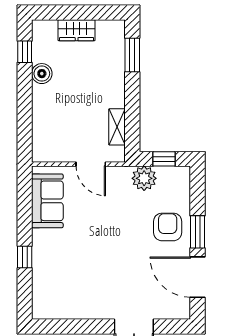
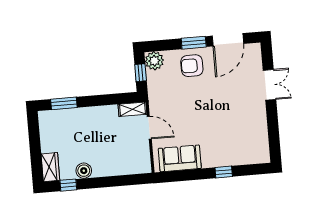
wardrobe: (77, 30) -> (50, 167), moved
shelving: (117, 127) -> (132, 109), moved
door: (91, 164) -> (149, 128), hinge flipped
plant: (144, 178) -> (154, 61), moved

